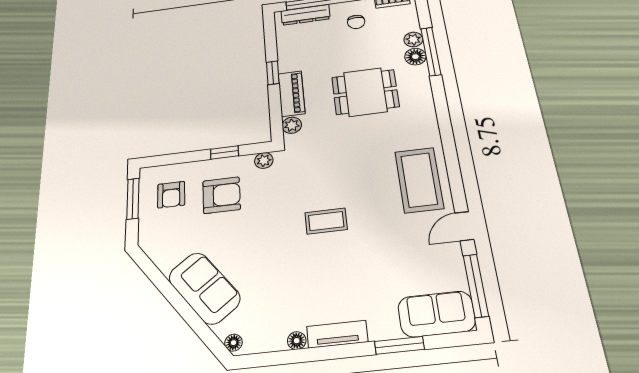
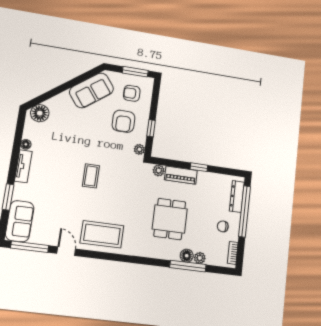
sofa: (204, 288) -> (91, 90), moved
floor lamp: (233, 343) -> (40, 113), width x1.89, depth x1.89

